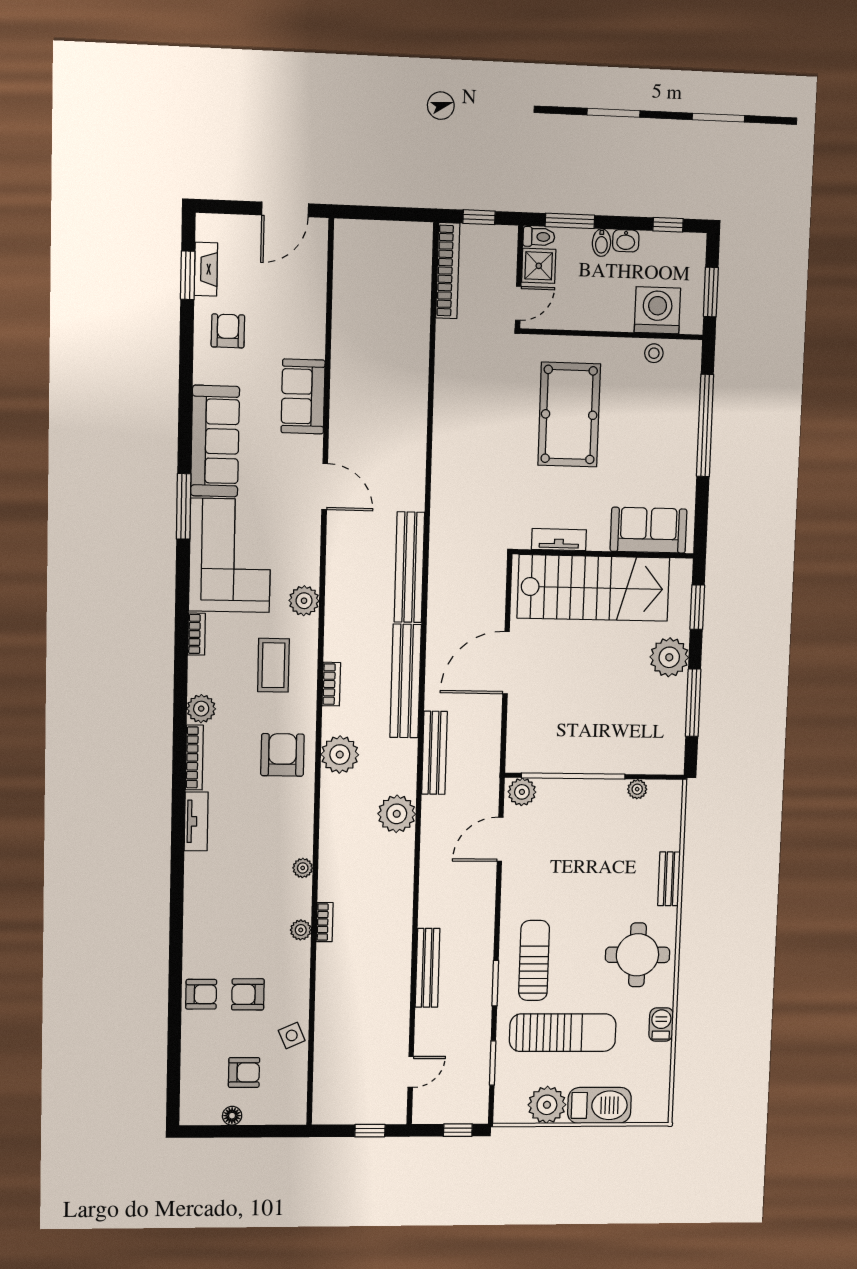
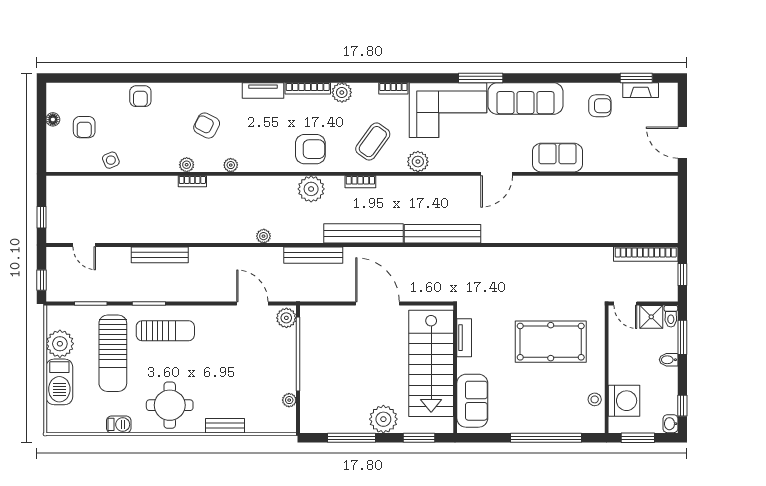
washbasin: (626, 241) -> (670, 424), moved
coffee table: (273, 665) -> (373, 142), turned -54
plant: (397, 814) -> (264, 236), width x0.53, depth x0.53
armchair: (248, 994) -> (207, 126), moved, turned -63

